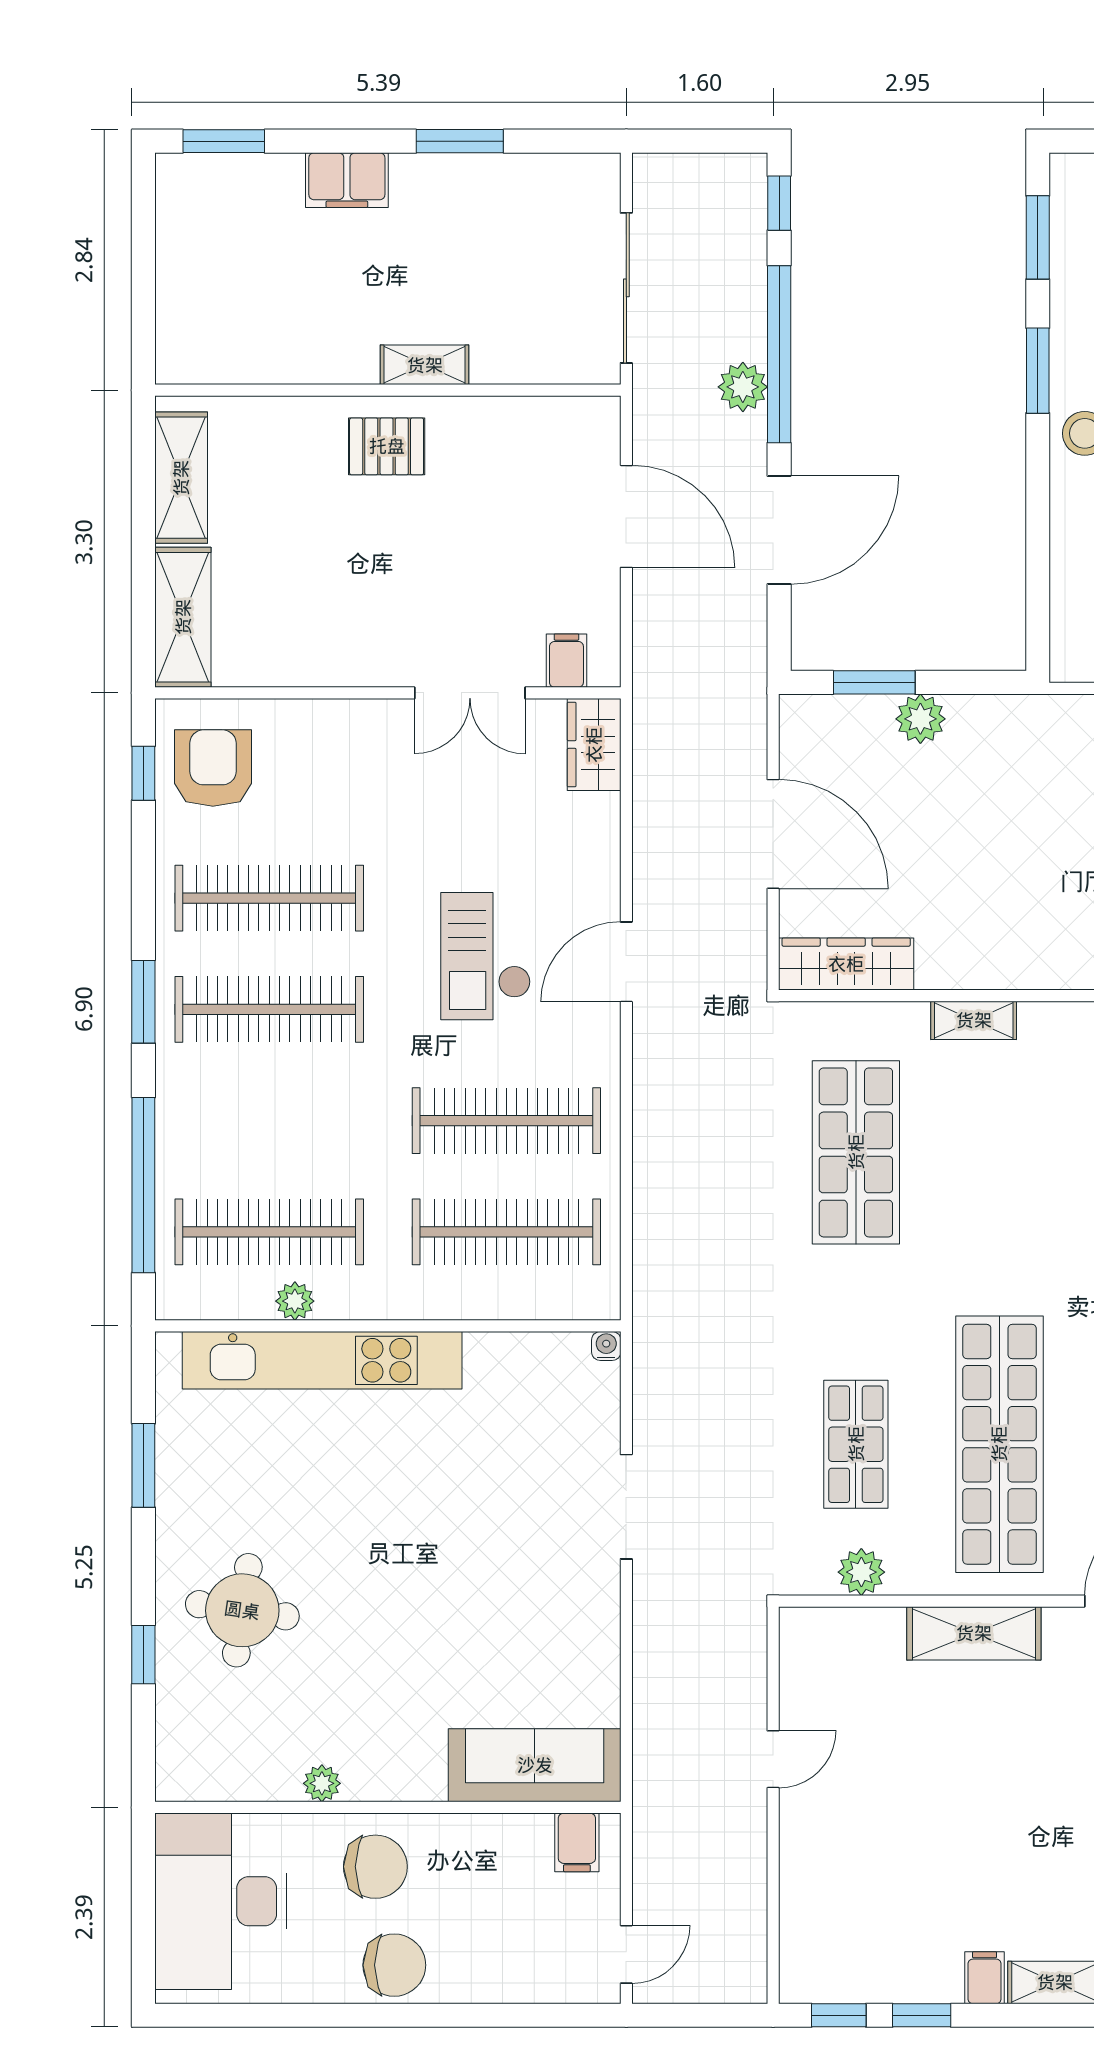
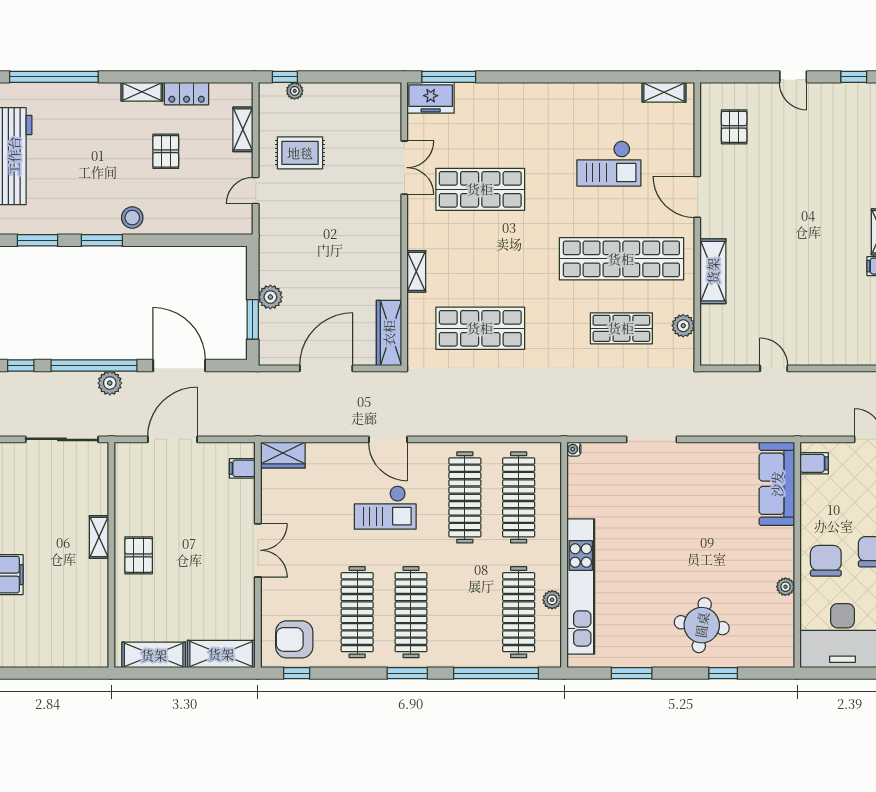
double door: (470, 693) -> (258, 550), moved

